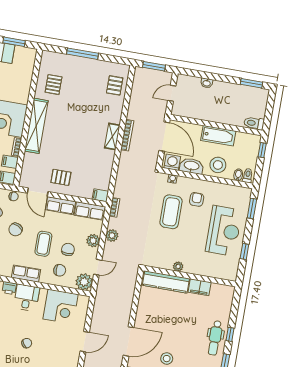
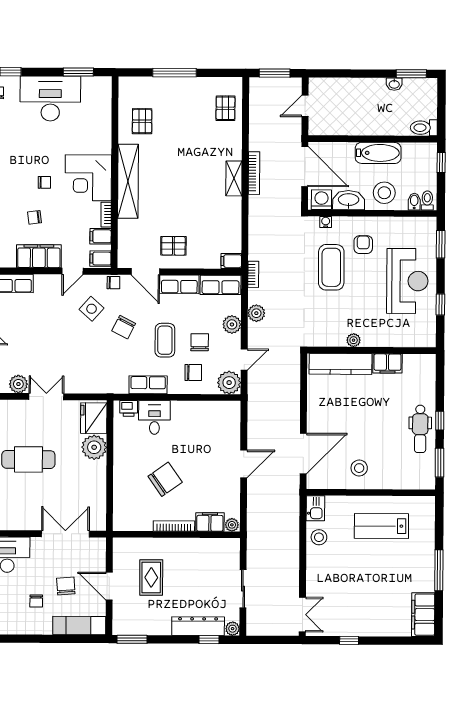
washbasin: (207, 83) -> (394, 84), moved
corner desk: (61, 307) -> (203, 422), removed
chair: (27, 343) -> (165, 479), width x1.87, depth x1.87

